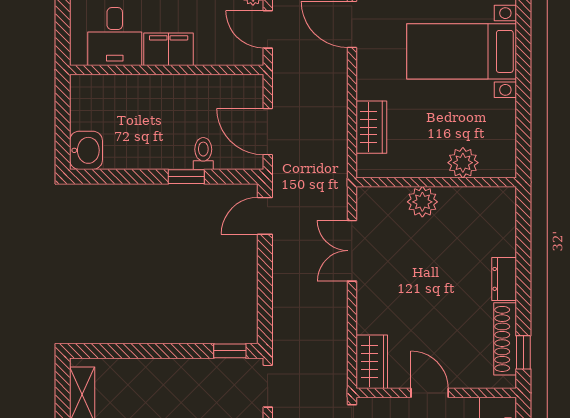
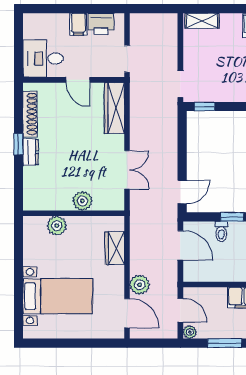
plant: (332, 69) -> (140, 285), added
window: (523, 352) -> (19, 144), moved
wardrobe: (372, 362) -> (114, 108), width x1.50

